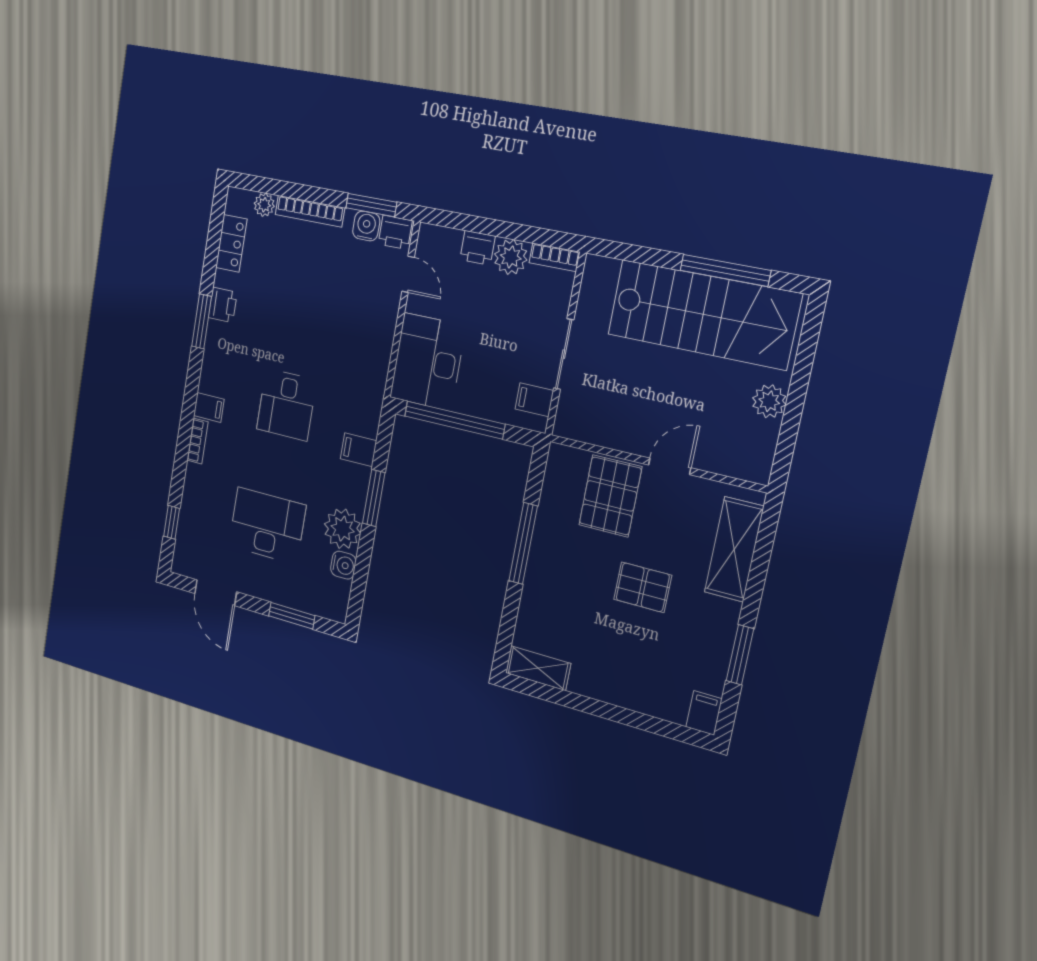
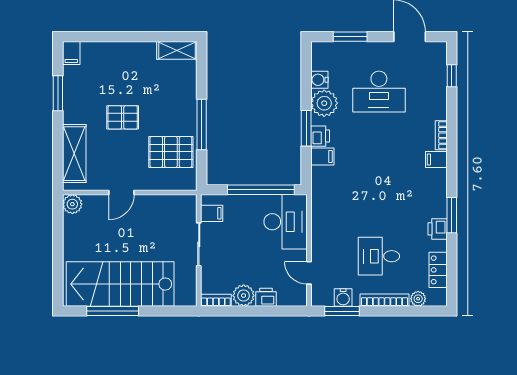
printer: (395, 232) -> (320, 136), moved, turned 90
plant: (769, 401) -> (72, 204), moved
desk: (286, 405) -> (379, 256), moved, turned -90
pallet: (610, 496) -> (171, 152), moved, turned 90

